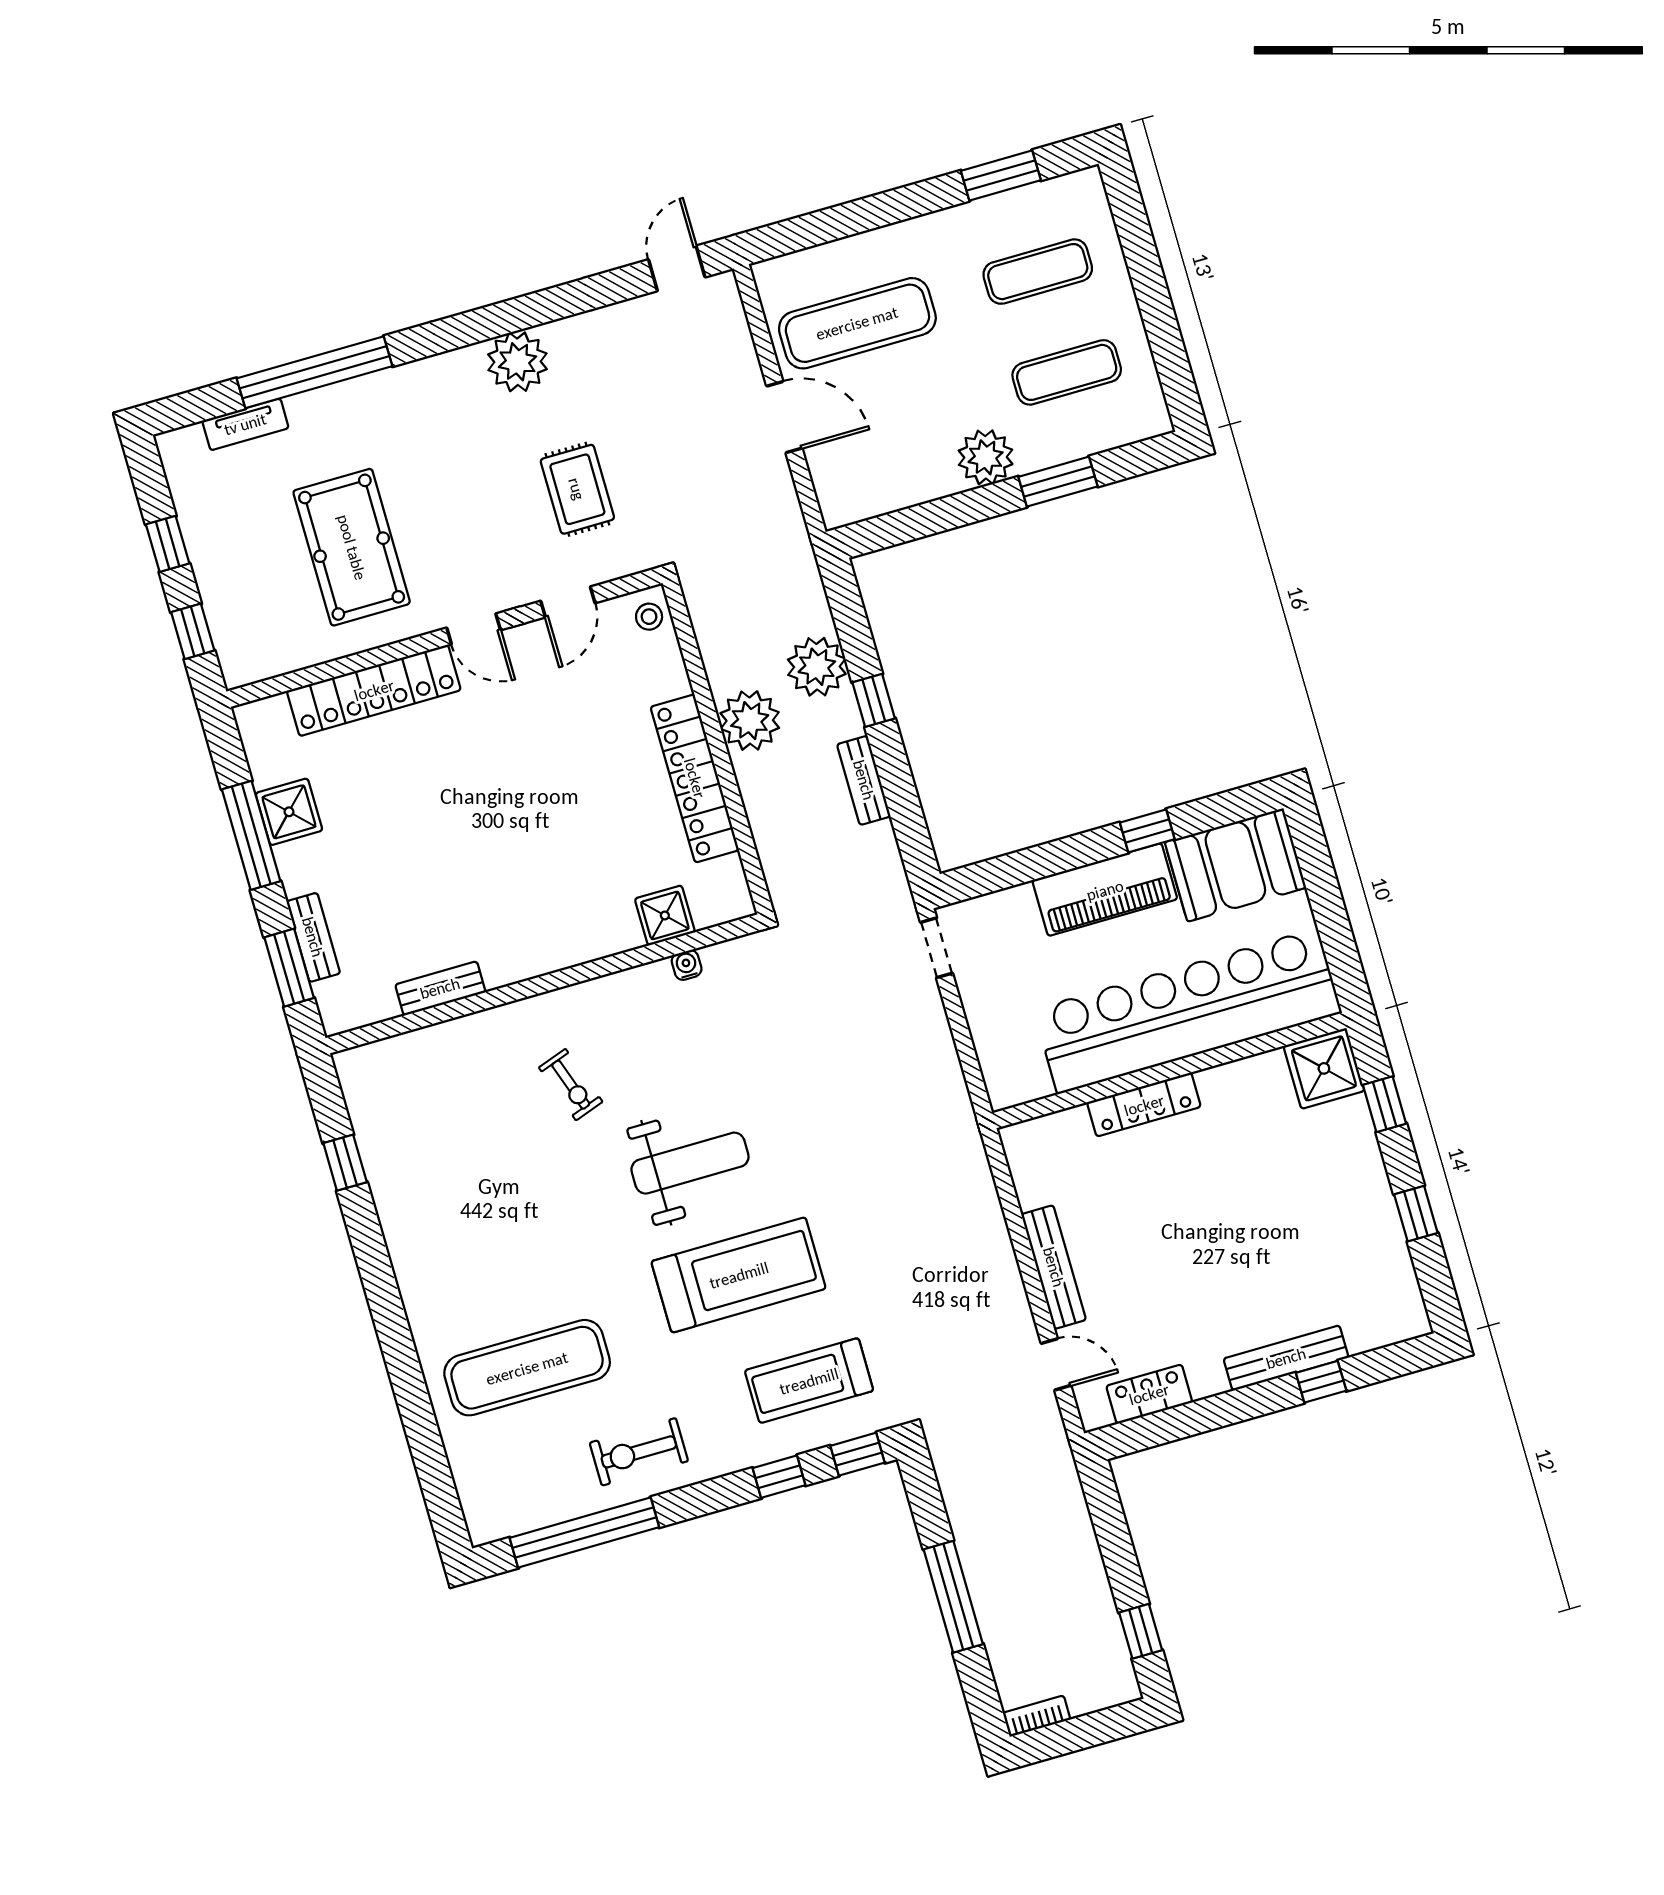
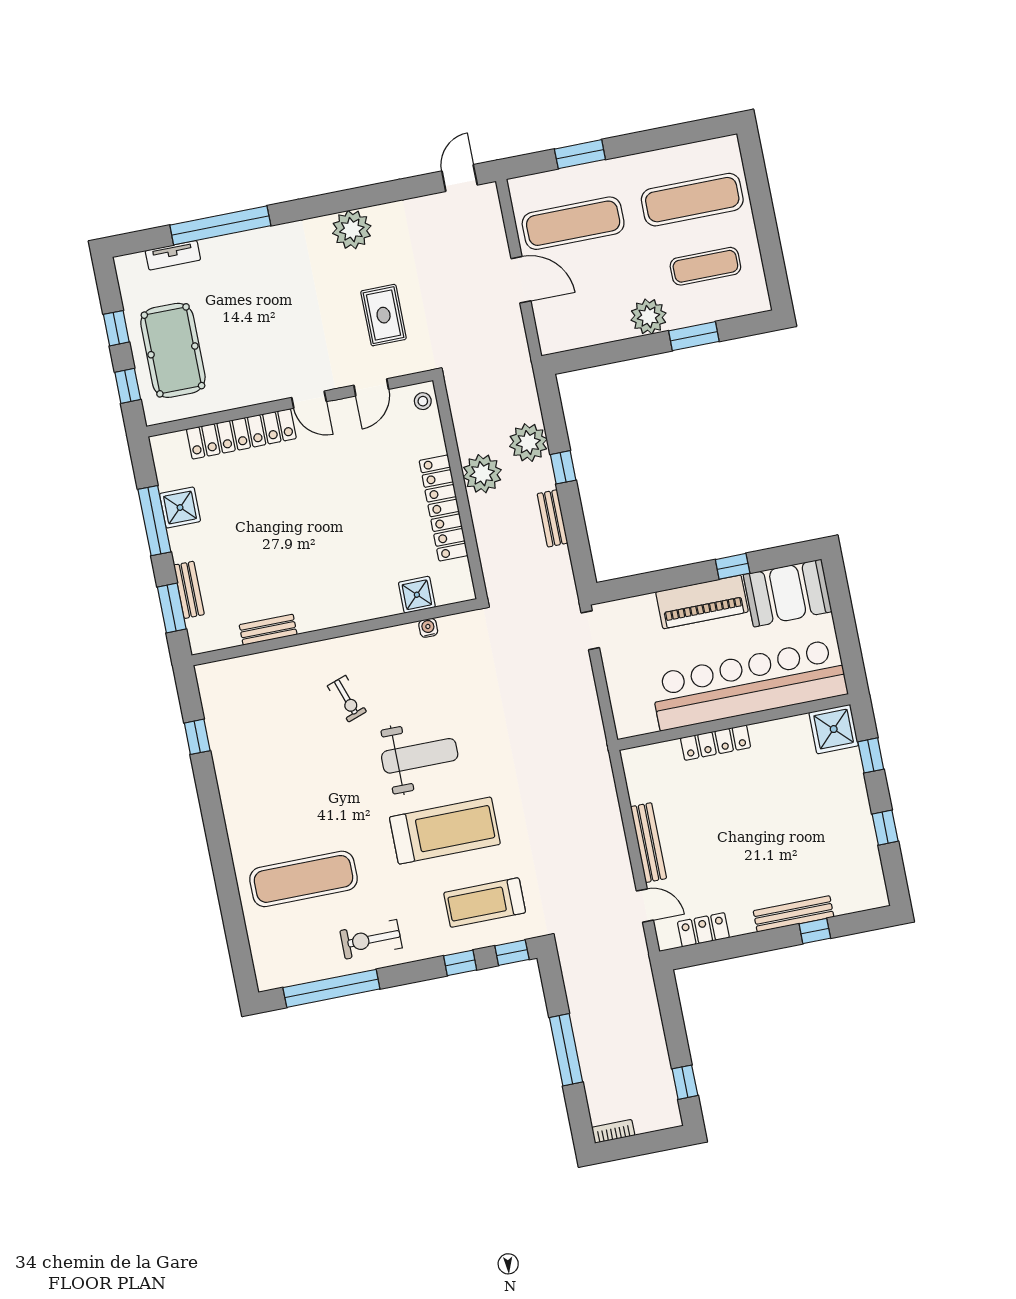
window: (1001, 175) -> (580, 154), moved
exercise mat: (1038, 272) -> (692, 200), width x1.36, depth x1.45
pool table: (352, 547) -> (173, 350), moved

